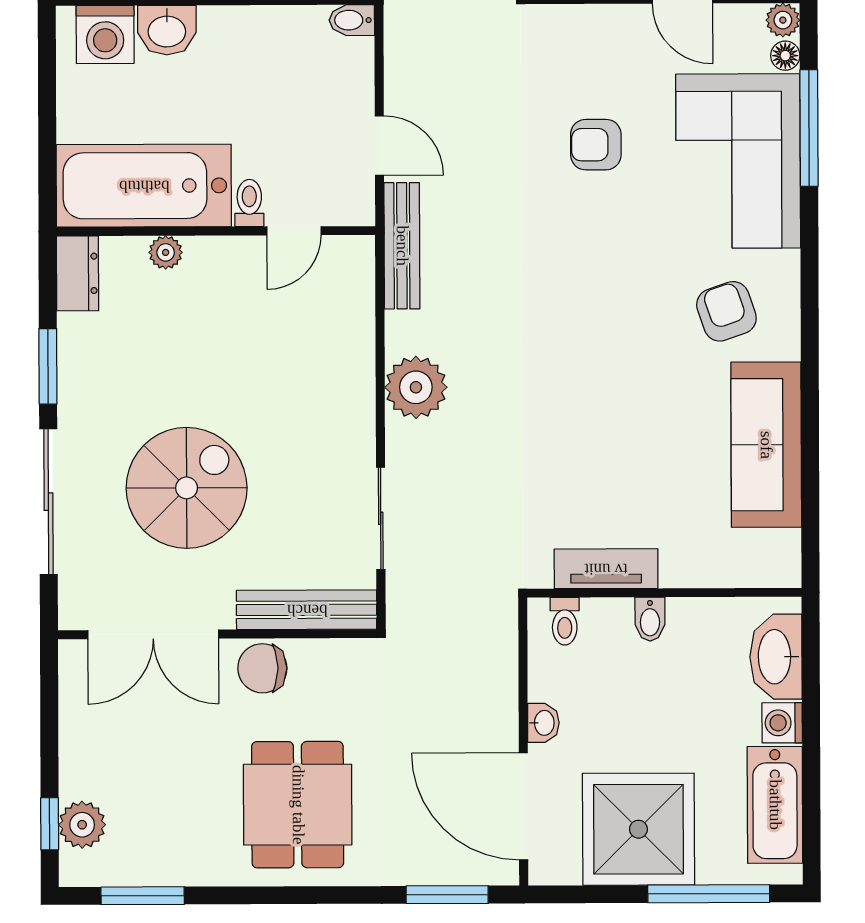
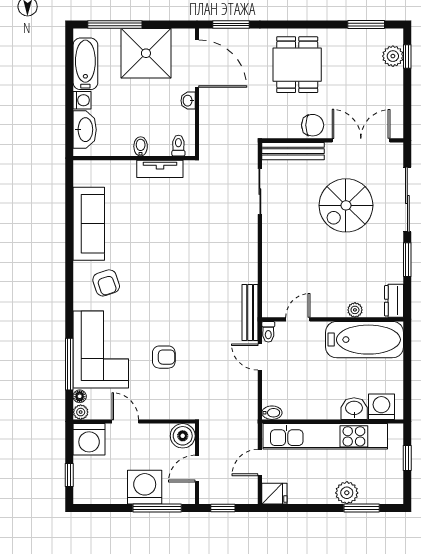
toilet: (249, 203) -> (268, 332), moved
plant: (416, 387) -> (244, 250), removed

